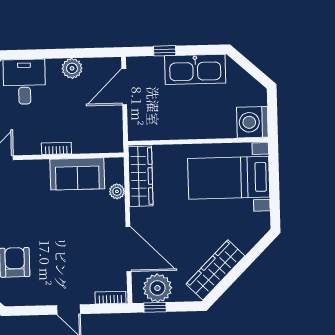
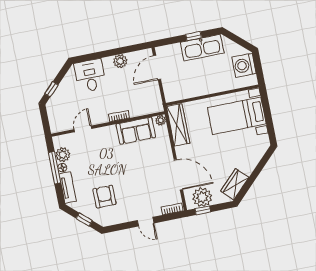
window: (165, 51) -> (194, 36), moved
washing machine: (252, 122) -> (244, 65), moved
plant: (117, 191) -> (161, 120), moved
wardrobe: (215, 270) -> (235, 184), width x0.67

